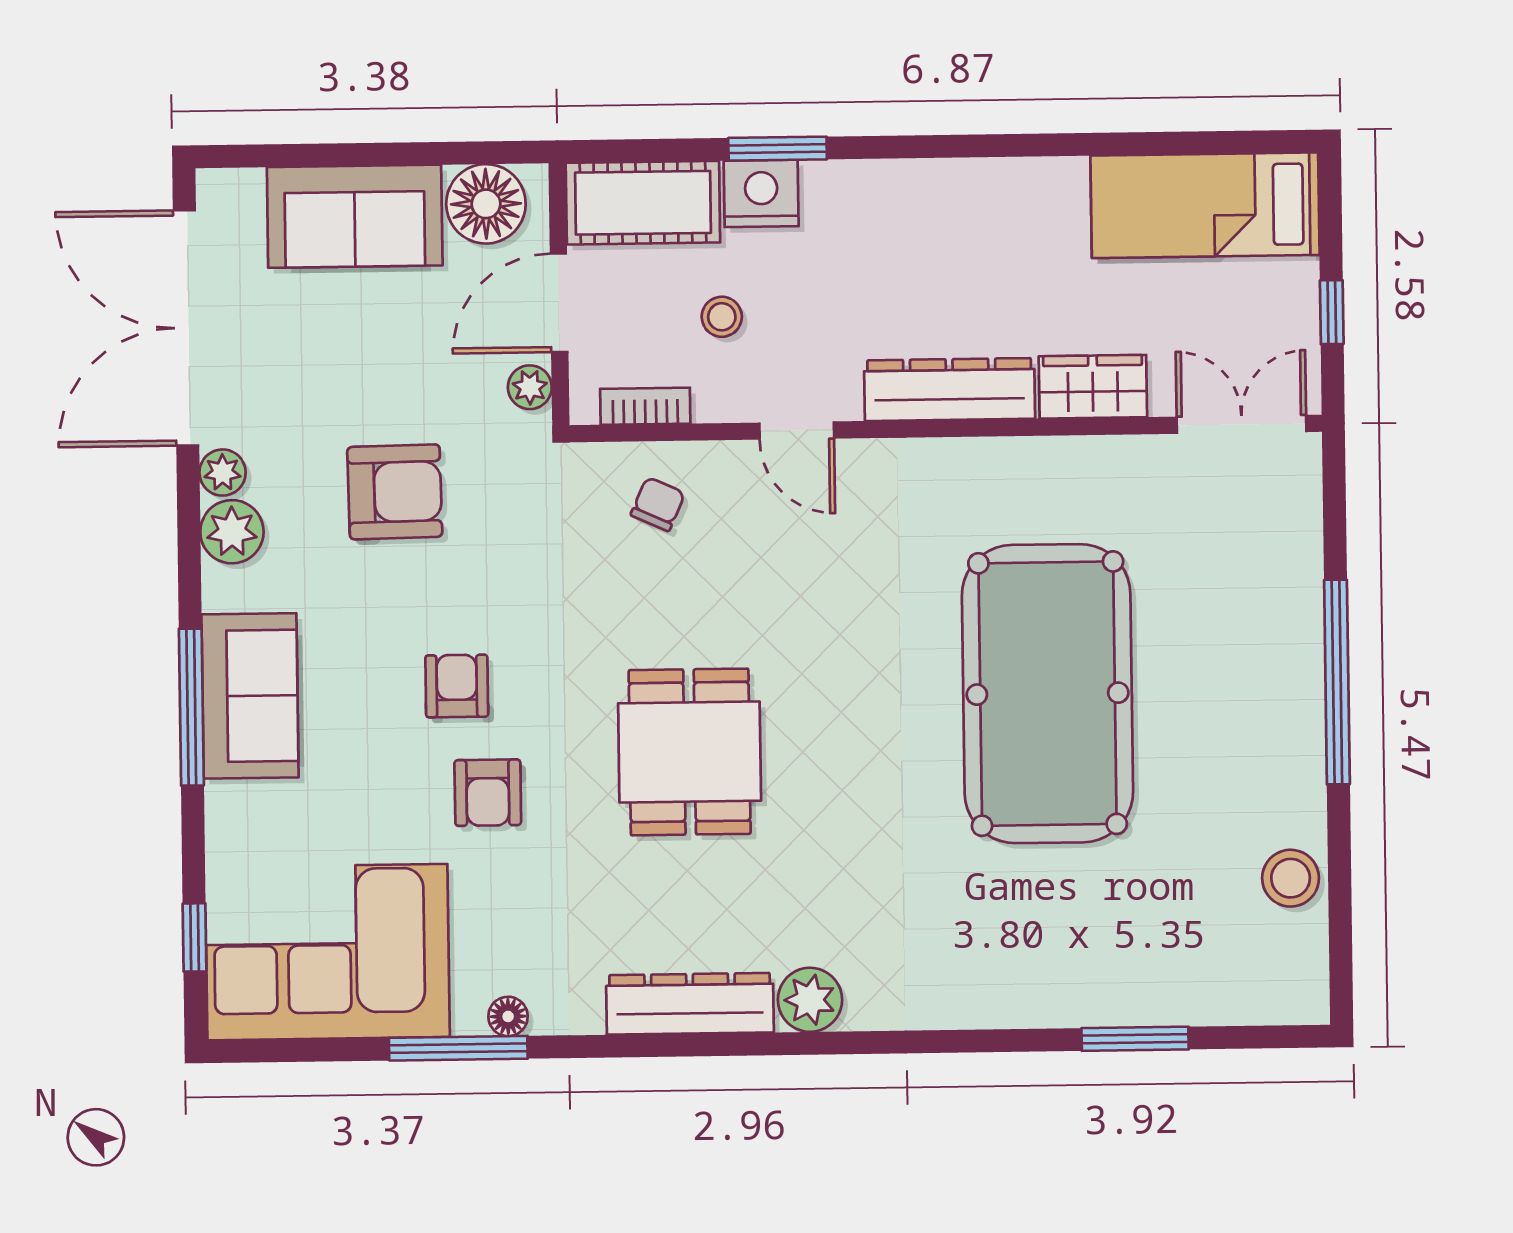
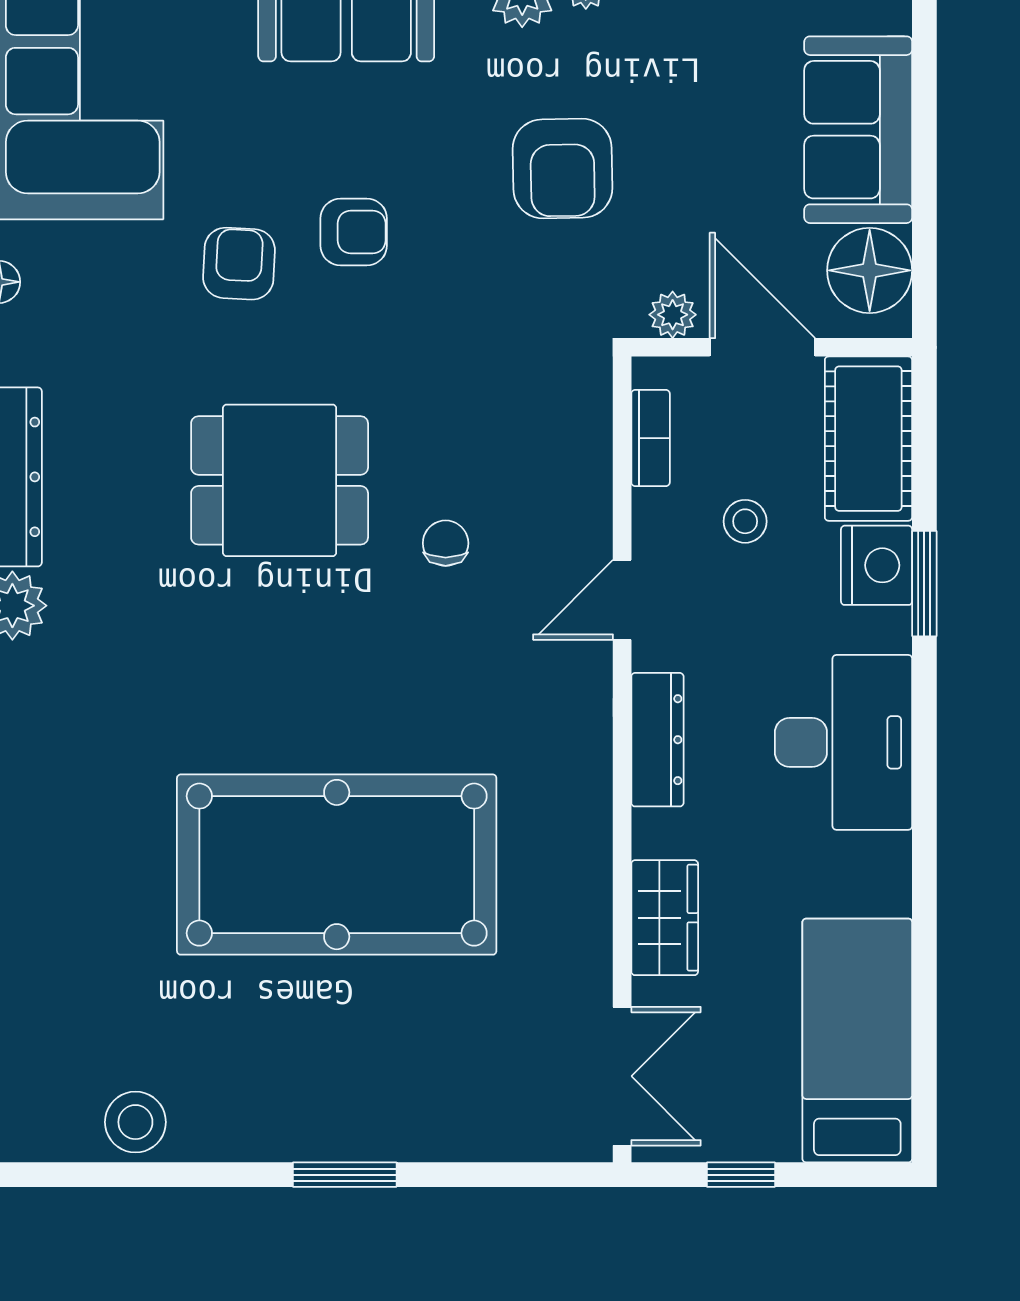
desk: (927, 222) -> (843, 742), added
dresser: (949, 390) -> (657, 740), width x0.73, depth x0.80
chair: (658, 504) -> (446, 543), moved, turned -114
window: (1337, 682) -> (345, 1175), width x0.47
armchair: (488, 793) -> (239, 264), turned 93

